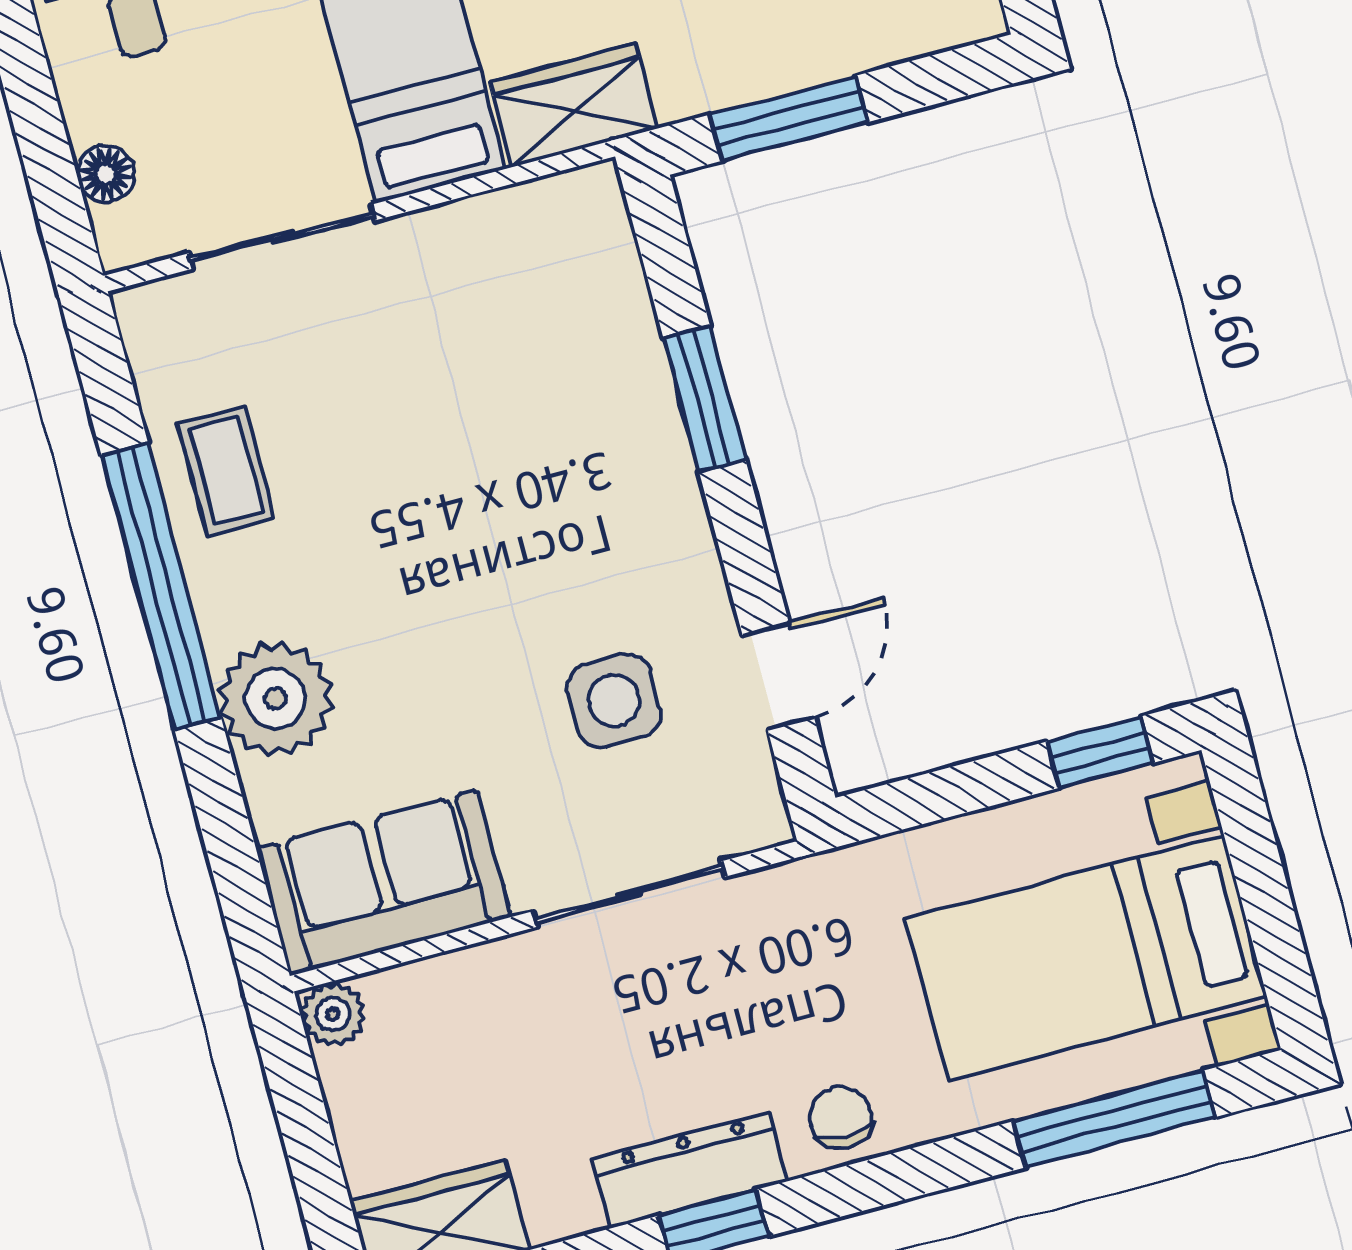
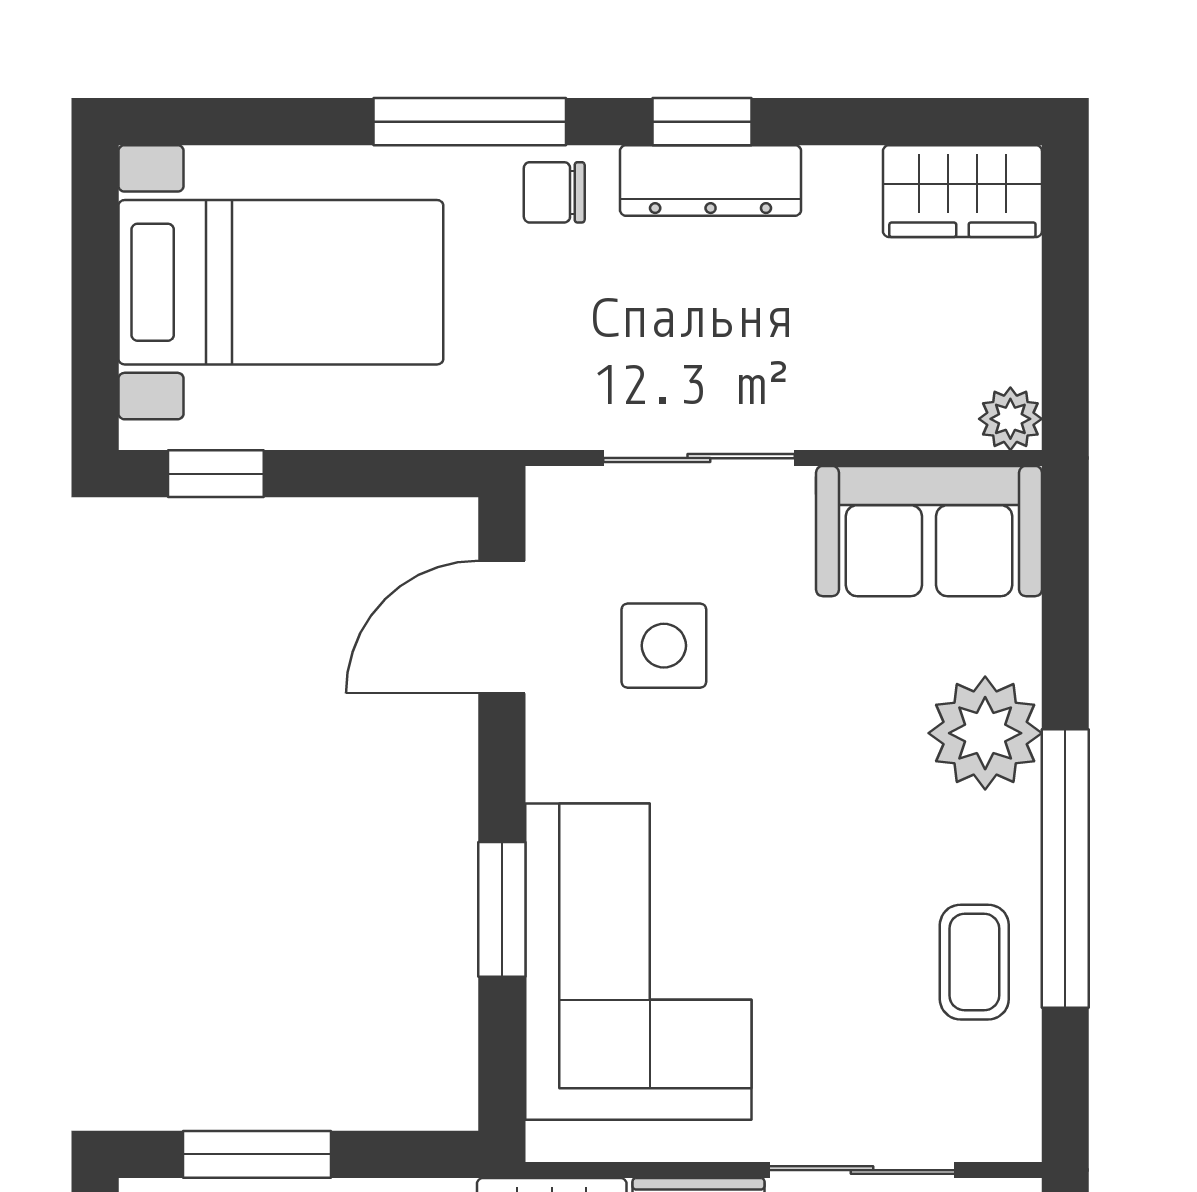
window: (789, 118) -> (257, 1154), moved
corner sofa: (557, 383) -> (638, 962), added
door: (778, 676) -> (502, 627), width x1.38
chair: (841, 1117) -> (554, 192), turned 90
window: (1114, 1119) -> (470, 122), moved

